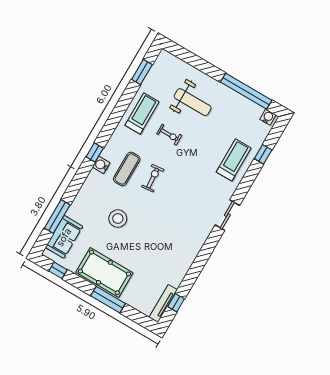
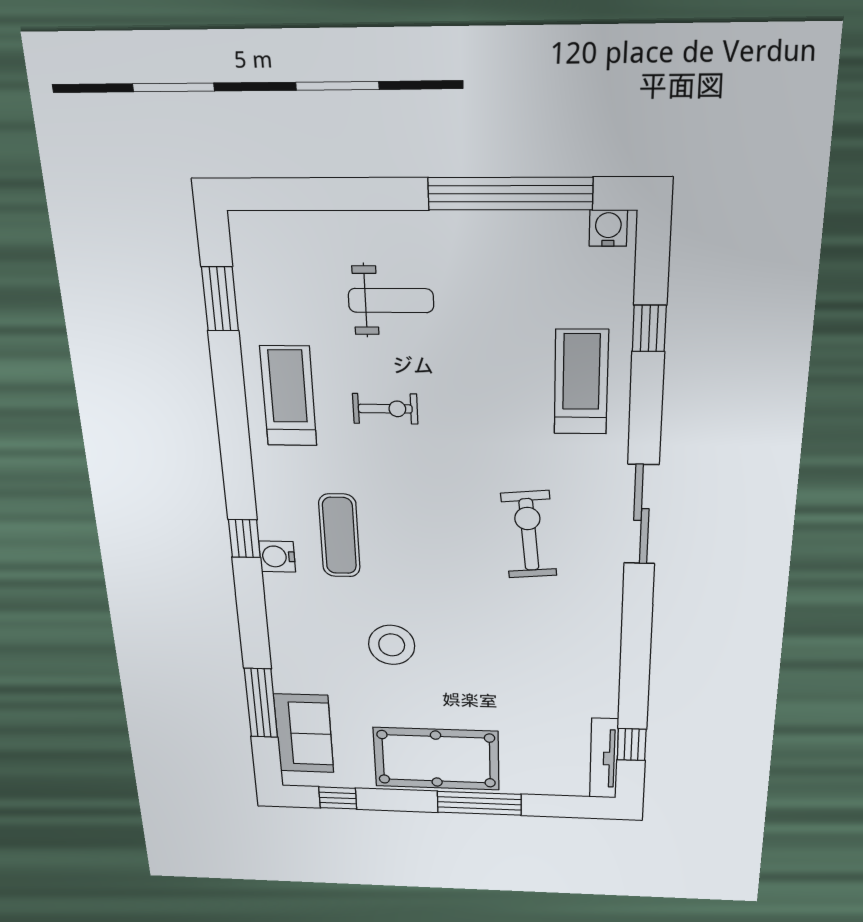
weight bench: (193, 102) -> (391, 301), width x0.73, depth x0.75
exercise bike: (153, 178) -> (529, 535), moved, width x1.38, depth x1.39
sliding door: (227, 215) -> (641, 515), width x1.37

